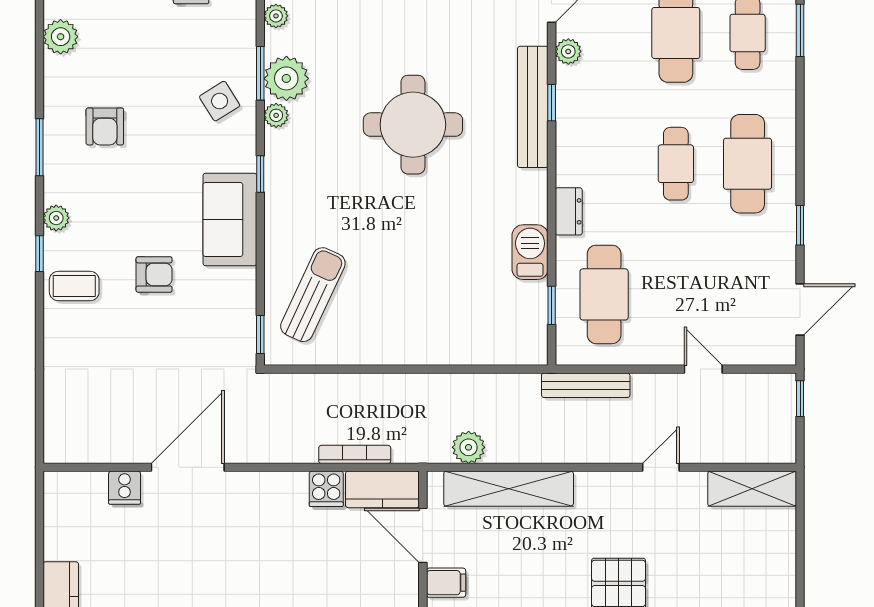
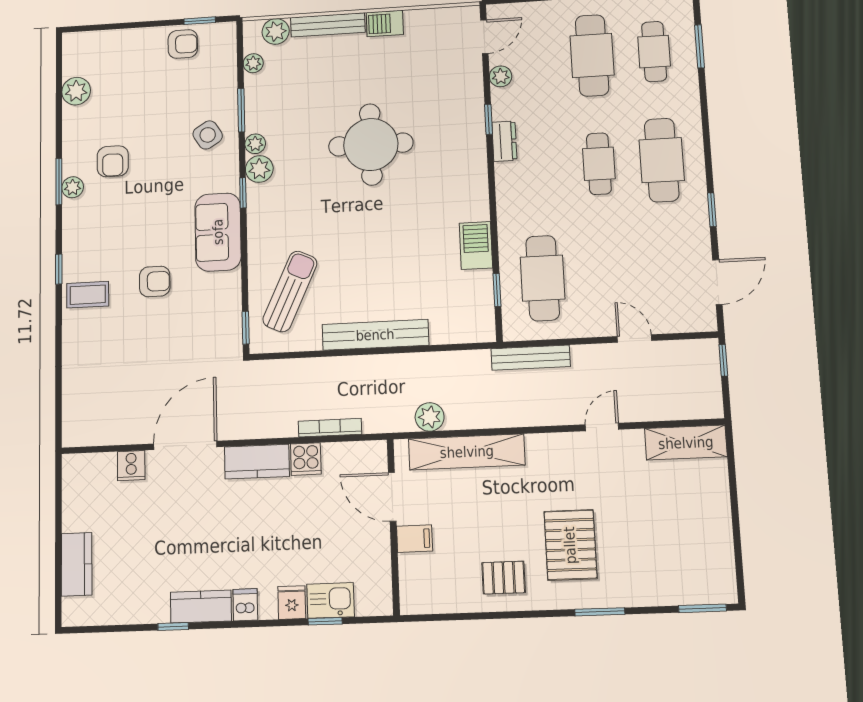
plant: (286, 78) -> (259, 169), moved, width x0.73, depth x0.73
bench: (533, 107) -> (375, 335), moved, turned 90
dresser: (569, 211) -> (504, 141), moved
plant: (56, 218) -> (73, 187), moved
kitchen counter: (382, 489) -> (257, 462), moved

